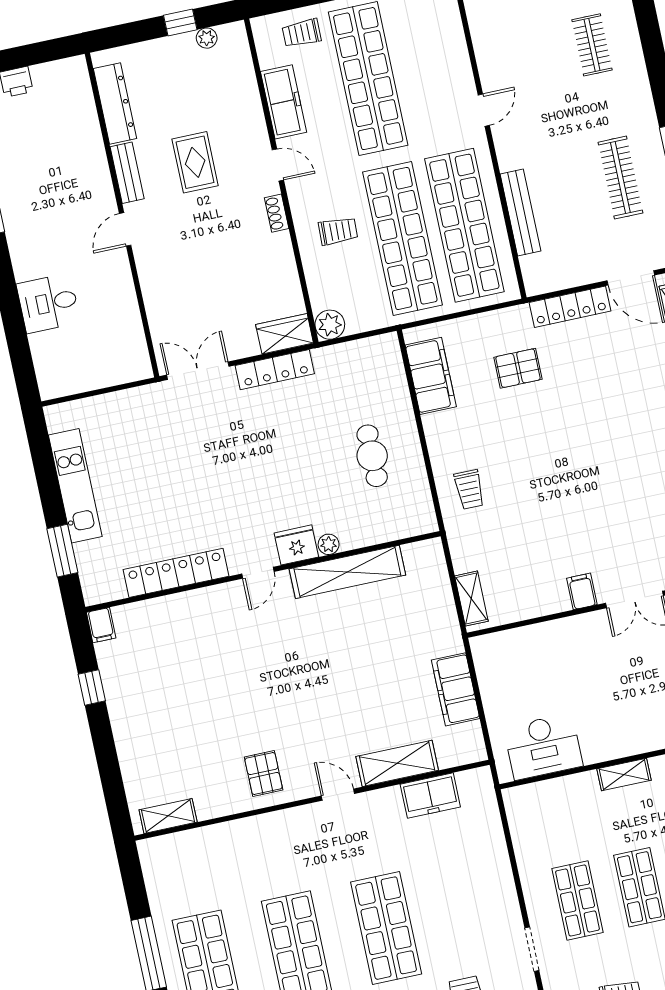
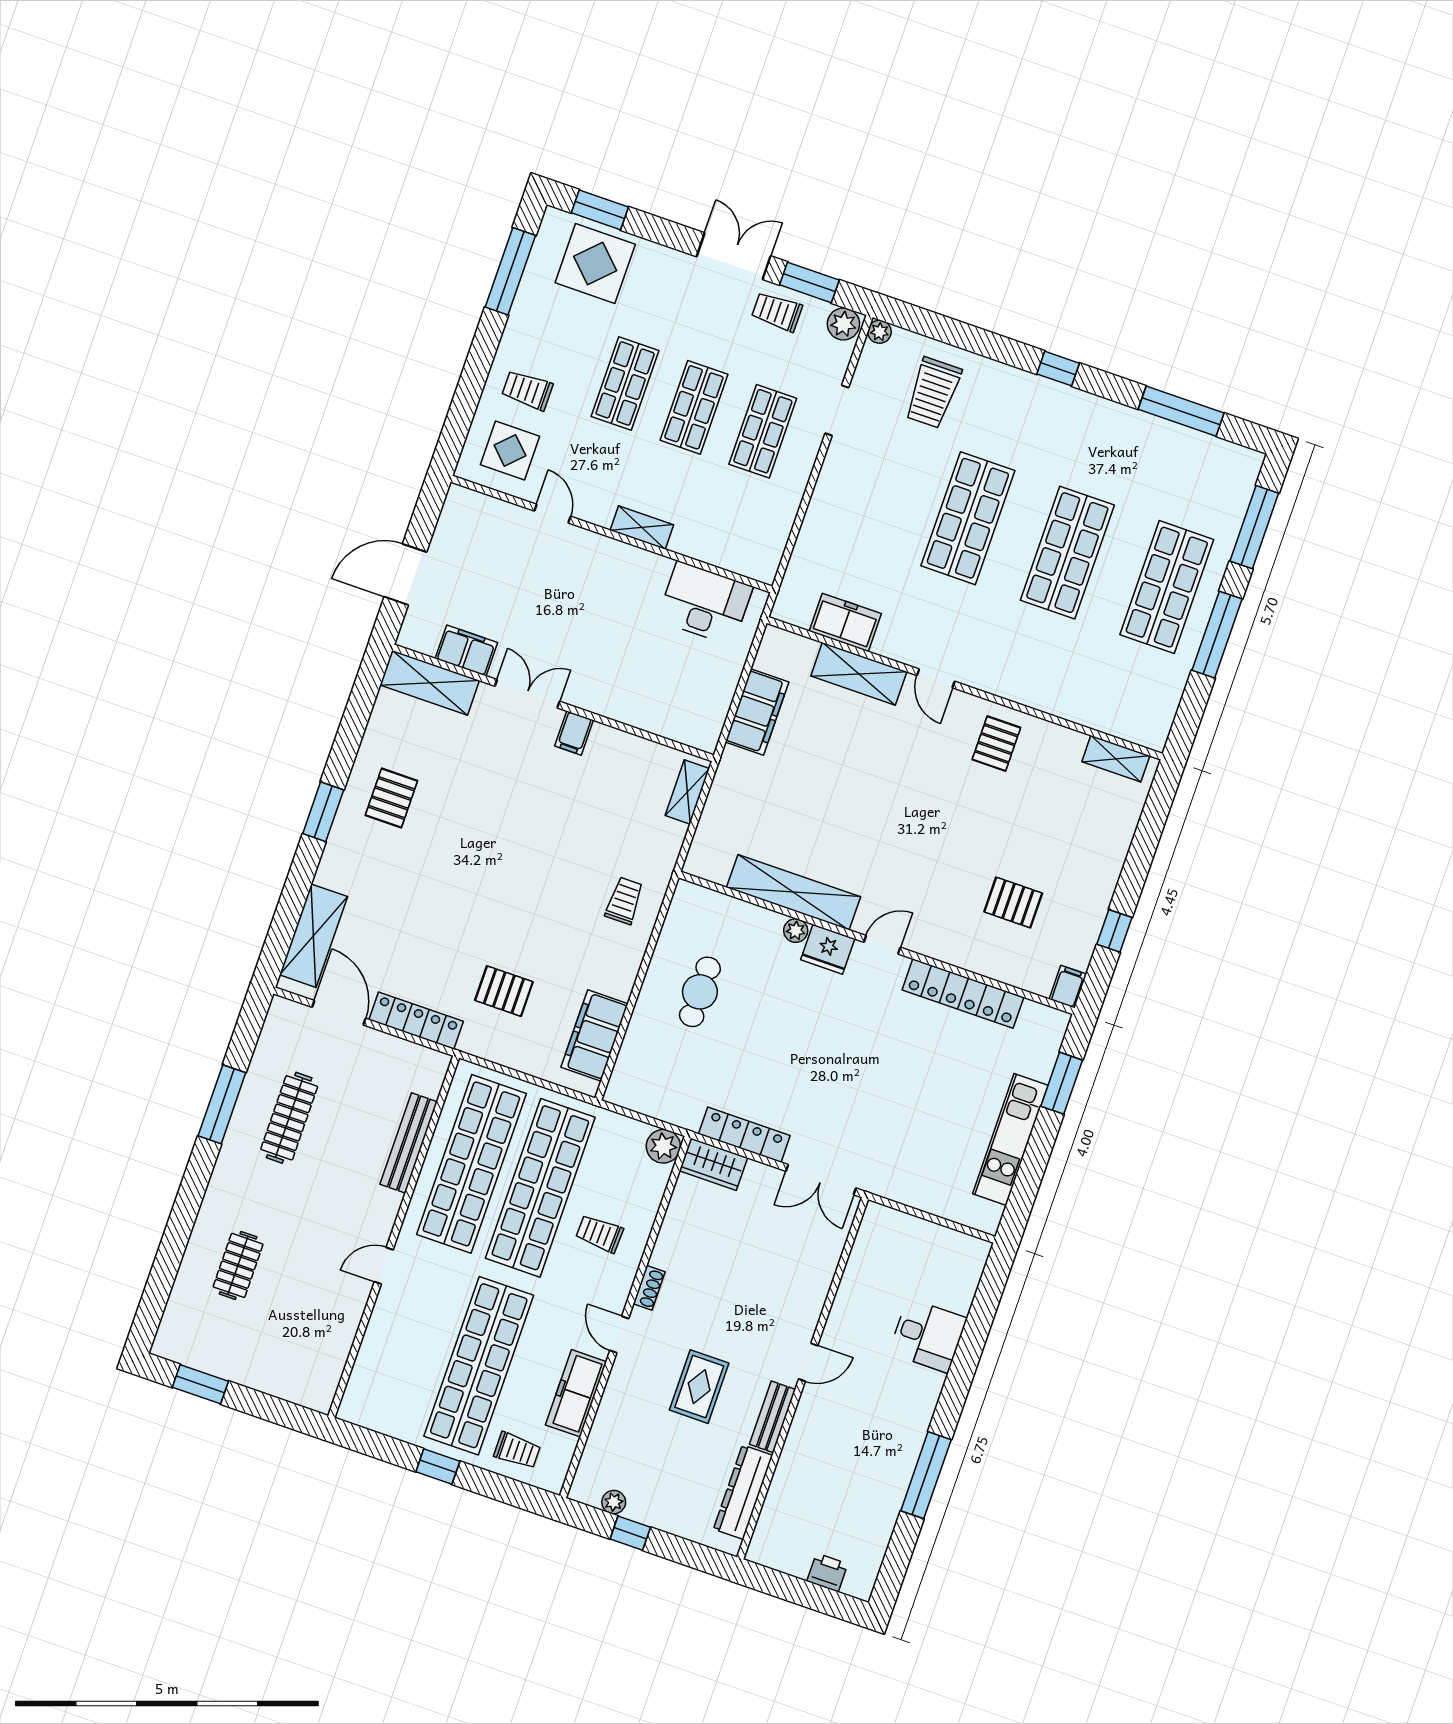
pallet: (180, 663) -> (1013, 902), added

